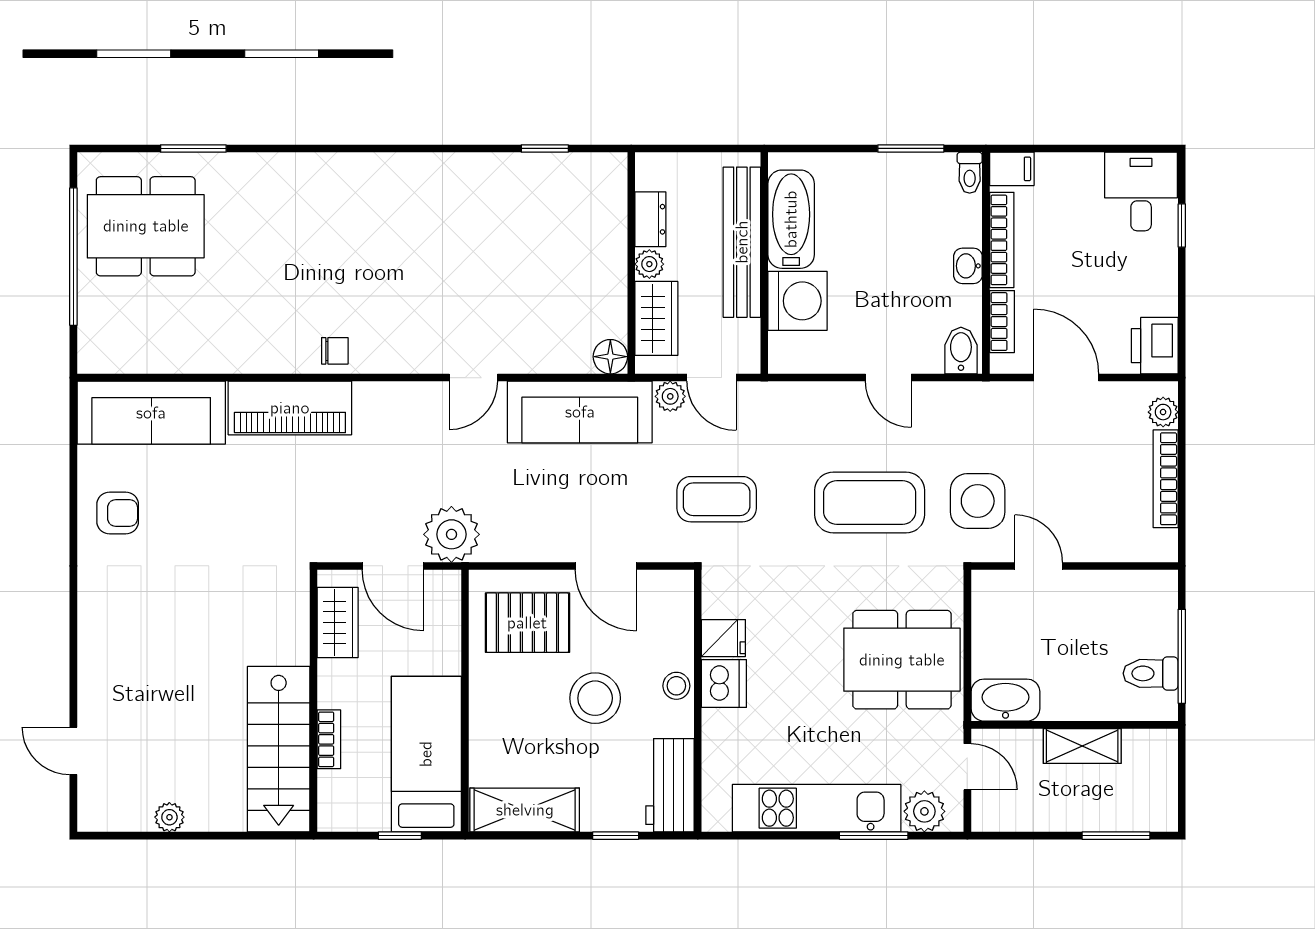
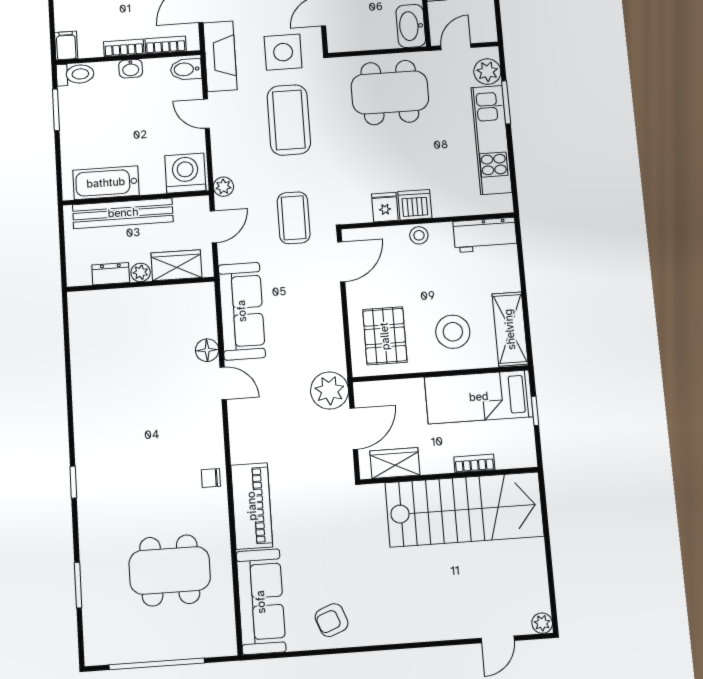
window: (545, 148) -> (73, 482), moved
toilet: (970, 173) -> (75, 74), width x1.37, depth x1.39
dining table: (146, 226) -> (170, 570), moved, turned 90
bookcase: (1002, 240) -> (124, 48), width x0.64
washing machine: (798, 301) -> (185, 173), moved
chair: (335, 351) -> (211, 478), turned -90
floor lamp: (610, 357) -> (207, 350), moved
door: (888, 378) -> (206, 114), swing flipped
plant: (670, 396) -> (223, 187), moved
fireplace: (978, 404) -> (220, 56), added
armchair: (118, 513) -> (332, 620), turned -111
door: (606, 566) -> (341, 262), moved
dining table: (902, 660) -> (390, 92), turned 90
stool: (595, 698) -> (453, 332), moved
stairs: (279, 749) -> (464, 509), width x1.36, depth x1.51
plant: (169, 817) -> (542, 623), moved
window: (616, 836) -> (522, 268), removed

